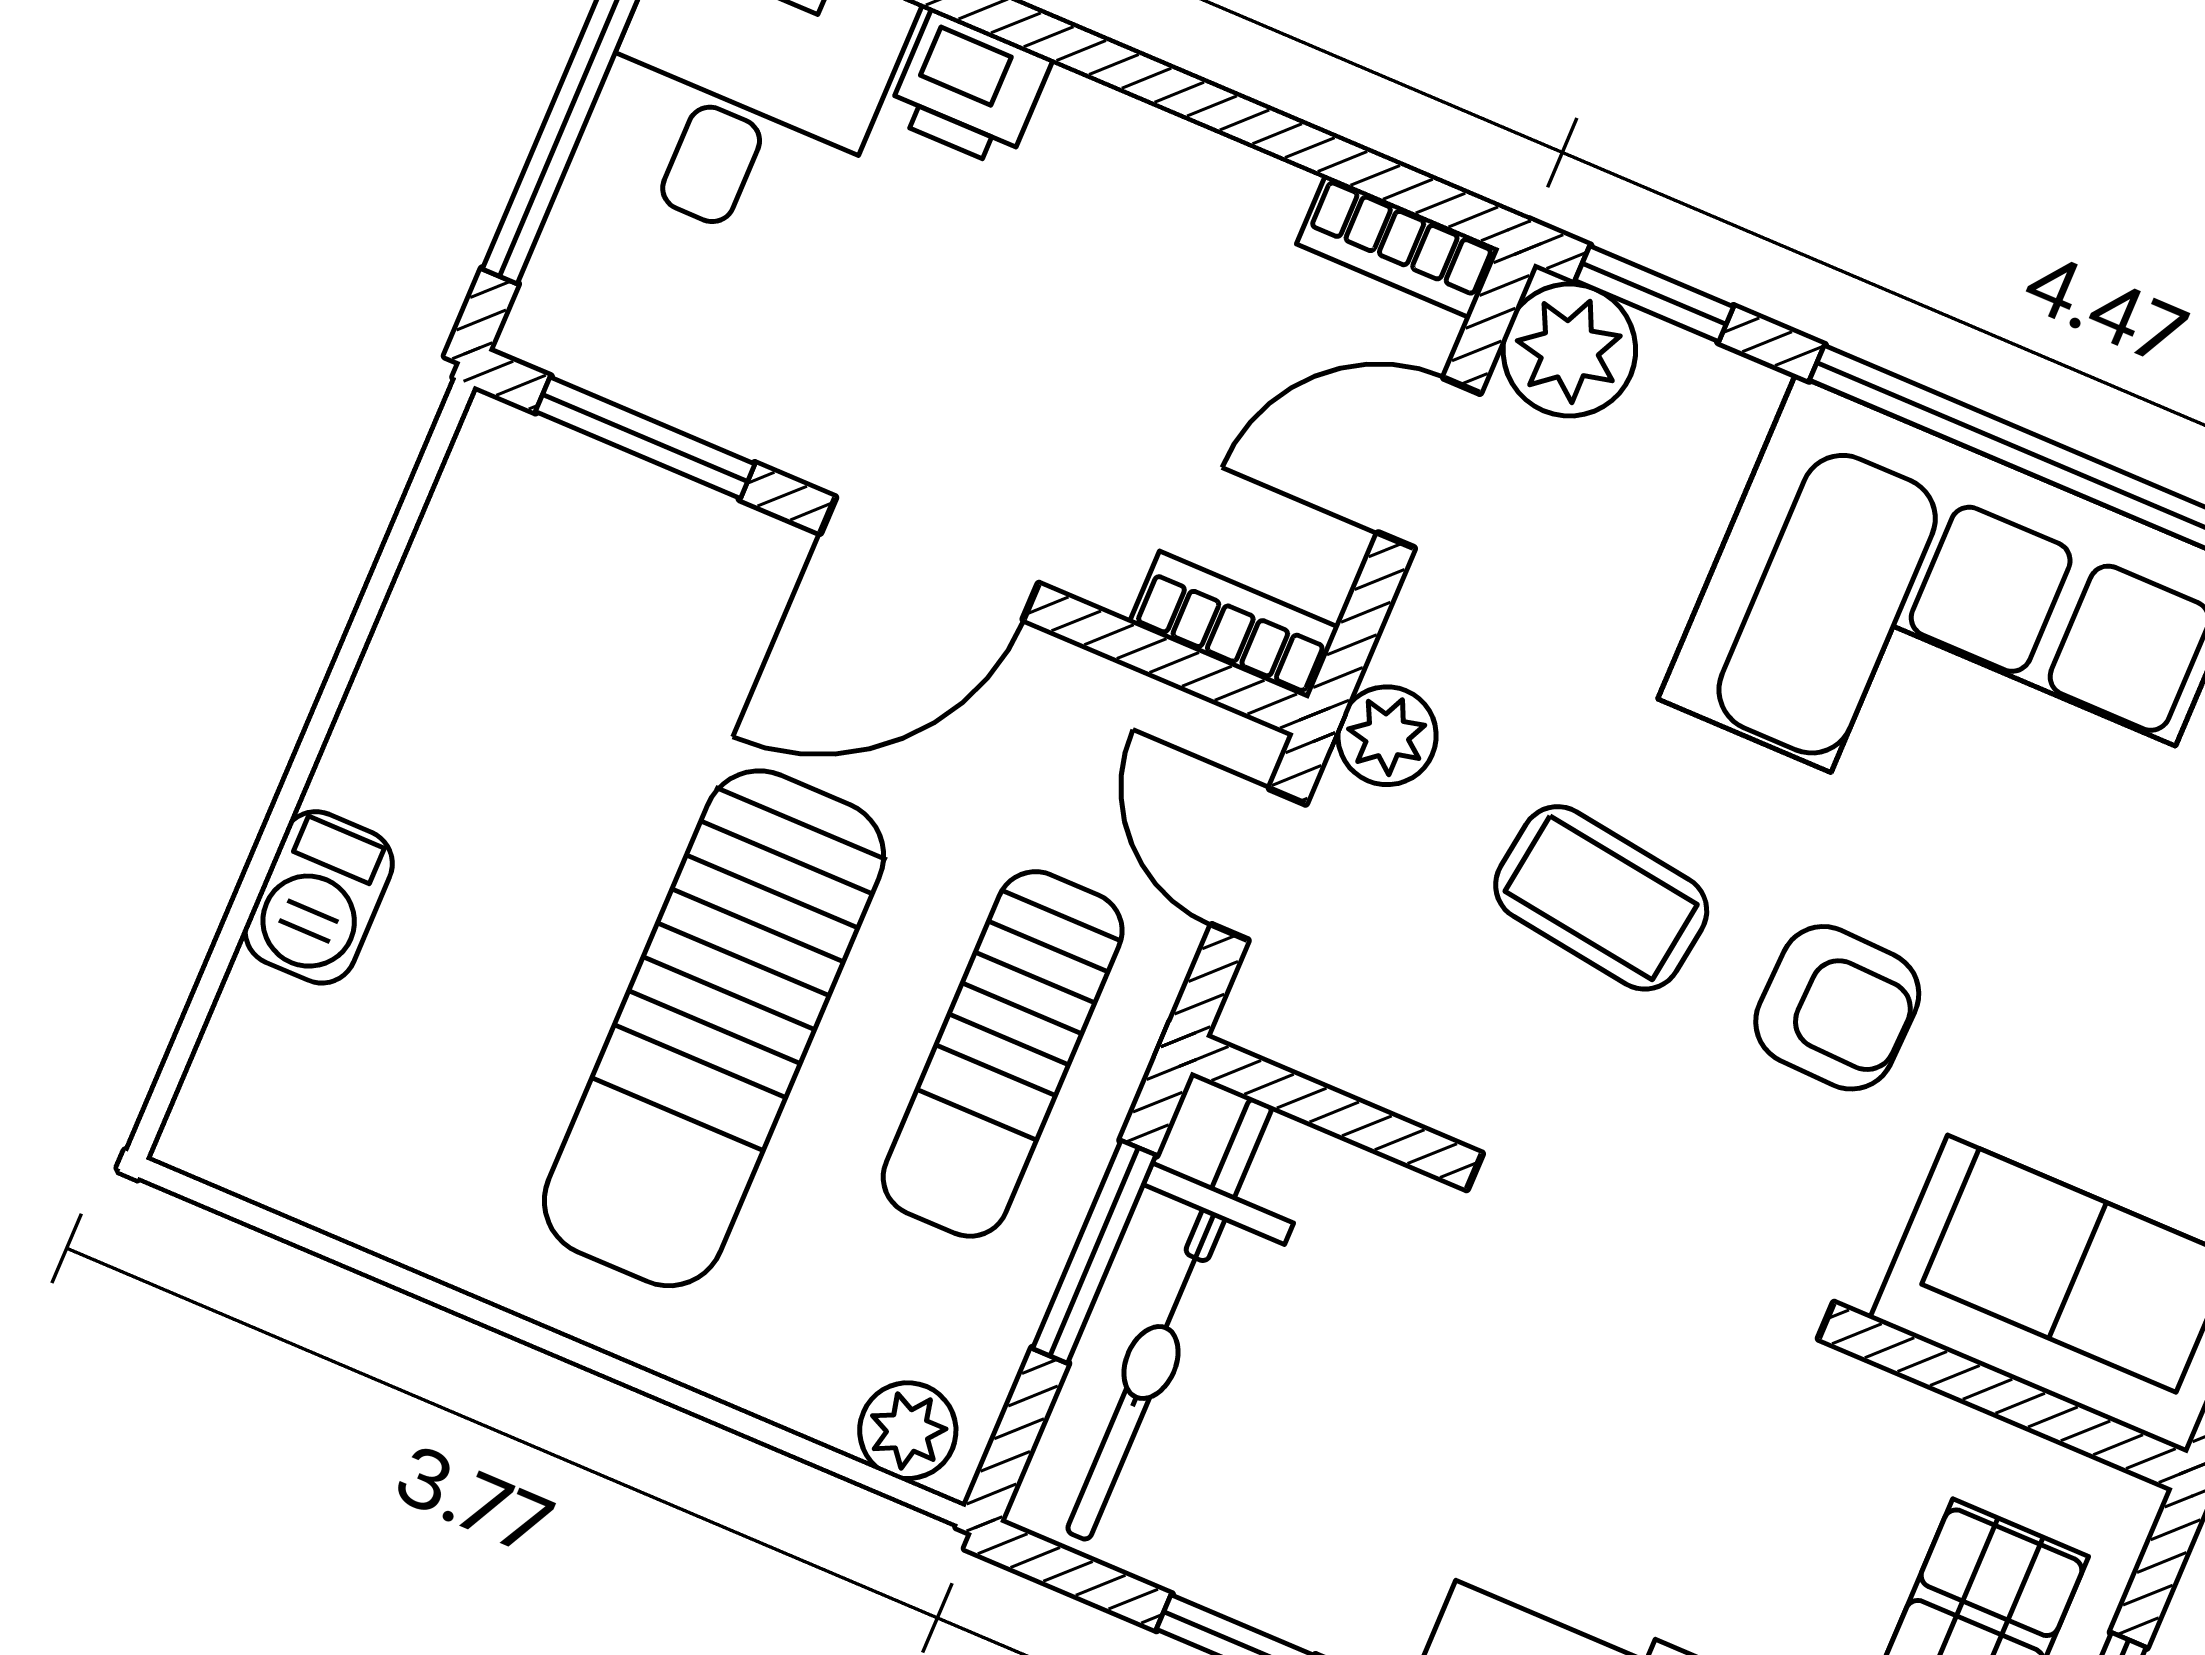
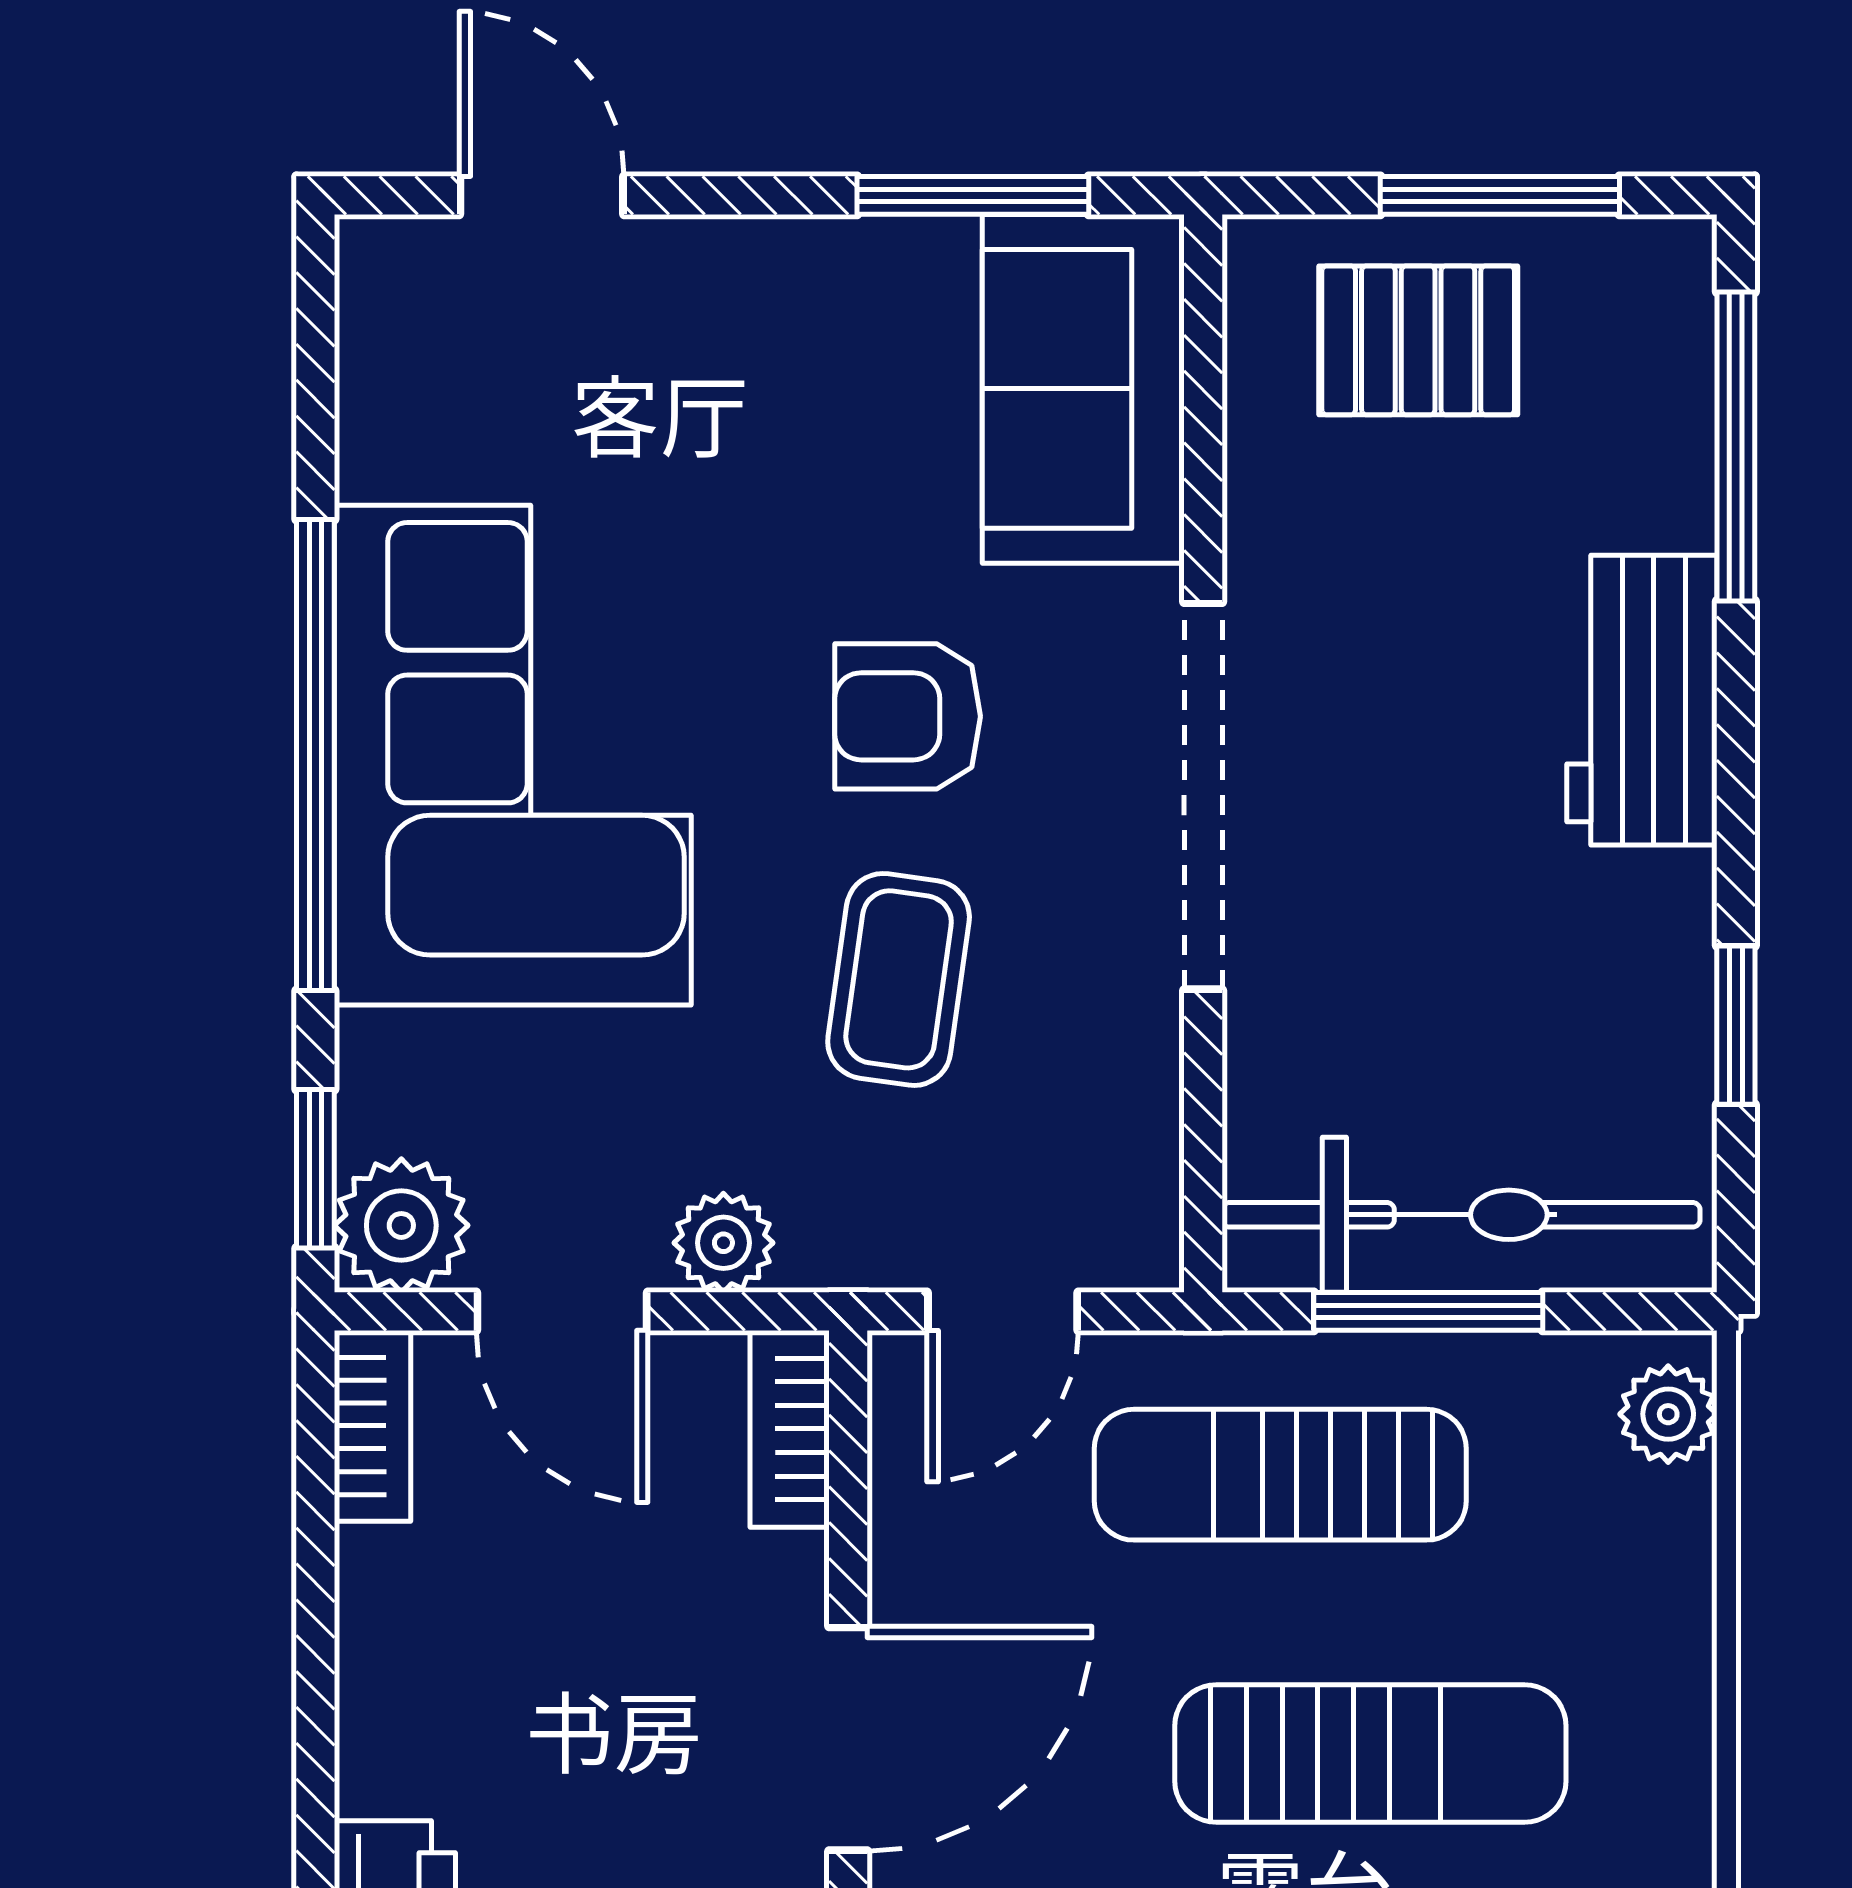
door: (929, 558) -> (848, 1739), hinge flipped
plant: (1387, 736) -> (723, 1243), moved
armchair: (1837, 1008) -> (908, 716), turned -92
sun lounger: (714, 1028) -> (1370, 1753), width x0.73, depth x0.75
sun lounger: (1003, 1054) -> (1280, 1475), turned 180

